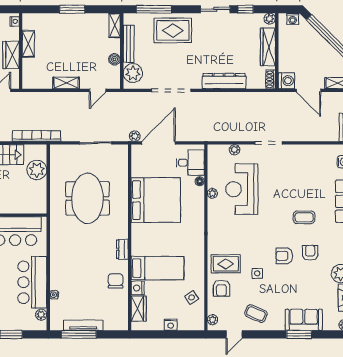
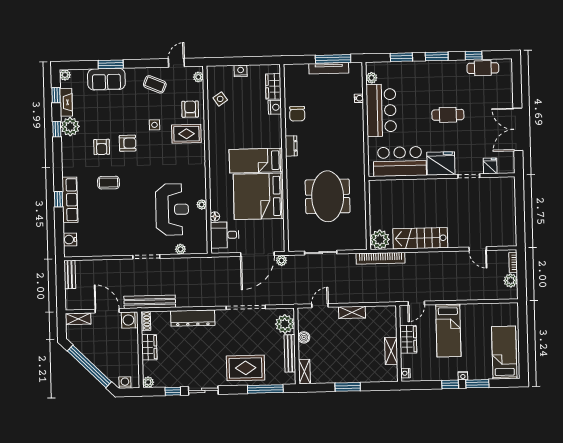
wardrobe: (268, 47) -> (149, 347), width x0.67
bench: (266, 98) -> (150, 302), added
plant: (37, 170) -> (380, 240), moved
bed: (158, 268) -> (256, 161), moved

